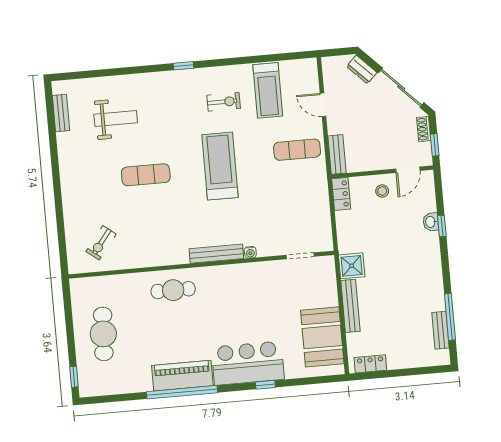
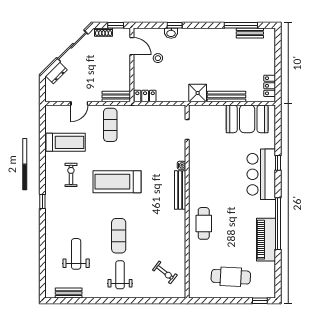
weight bench: (92, 182) -> (120, 275), added
stool: (382, 191) -> (158, 58), moved
piano: (182, 376) -> (266, 240), moved

